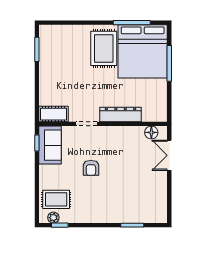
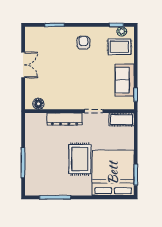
rug: (104, 48) -> (80, 159), moved
bed: (143, 51) -> (113, 173), moved
sofa: (50, 145) -> (125, 80), moved
double door: (169, 155) -> (23, 65), moved
armchair: (91, 168) -> (83, 43), moved

